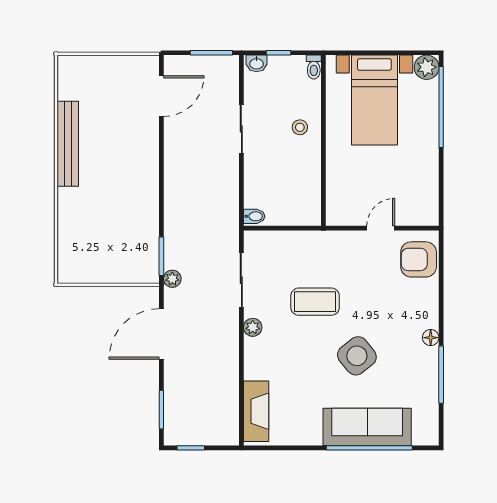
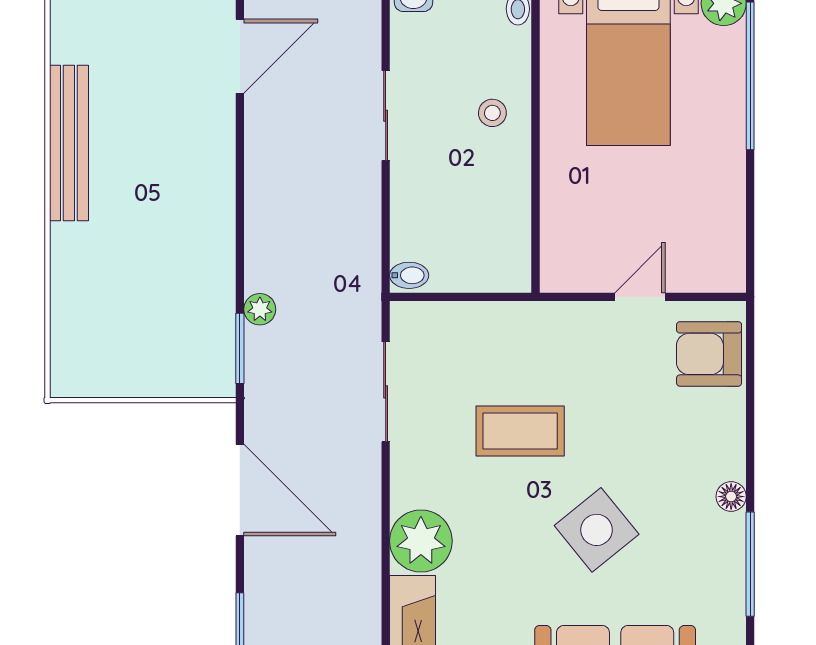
plant: (172, 279) -> (260, 309), moved
plant: (253, 327) -> (421, 541), moved, width x1.87, depth x1.87
door: (161, 334) -> (240, 490), swing flipped

